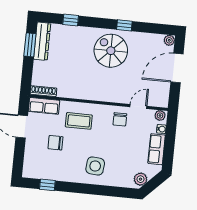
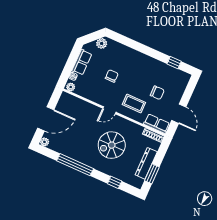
window: (124, 25) -> (75, 165), width x3.17
dresser: (42, 41) -> (146, 163), moved
spiral stairs: (111, 51) -> (112, 145), moved, turned 90
door: (138, 107) -> (109, 110), moved
chair: (120, 119) -> (112, 76), moved
side table: (95, 166) -> (133, 65), removed

